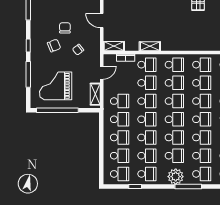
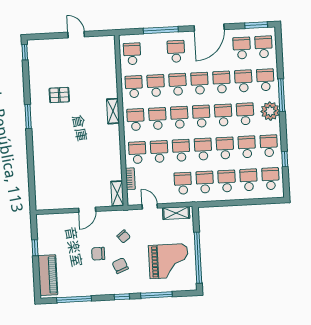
shelving: (150, 46) -> (113, 111), moved
grand piano: (56, 86) -> (169, 261), turned -90

